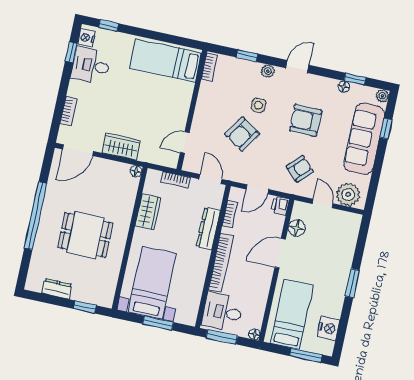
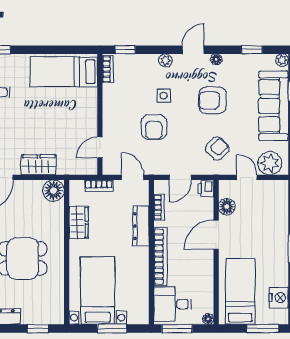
window: (247, 56) -> (125, 50), moved
floor lamp: (344, 87) -> (216, 59), moved
armchair: (242, 134) -> (154, 127), turned -33
floor lamp: (136, 171) -> (54, 191), width x1.89, depth x1.89

